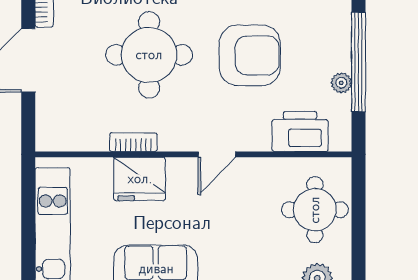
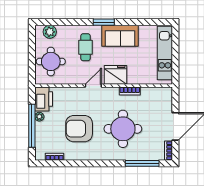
printer: (300, 131) -> (44, 99), moved, turned -90
fridge: (140, 179) -> (115, 75), moved
cafe table: (235, 243) -> (85, 47), added

